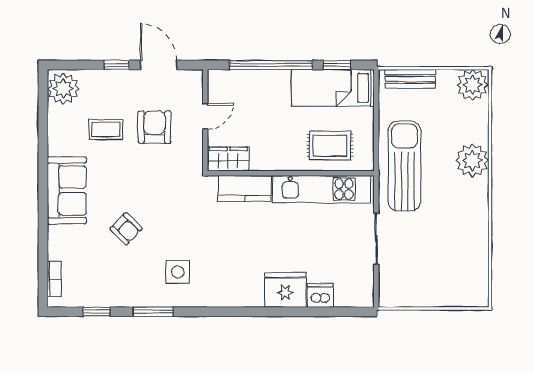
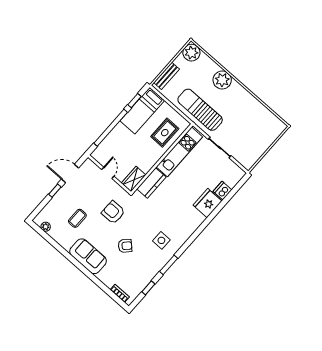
plant: (63, 89) -> (46, 227), width x0.53, depth x0.53
armchair: (154, 127) -> (113, 212), moved

